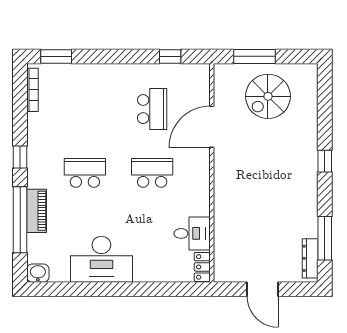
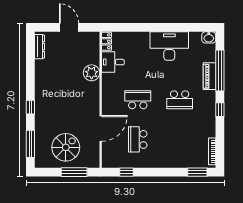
school desk: (152, 173) -> (138, 100), turned 180
plant: (226, 216) -> (92, 73), added
window: (325, 238) -> (30, 144), moved

